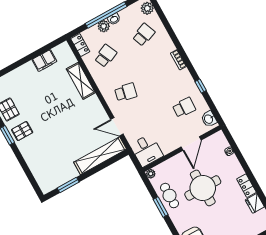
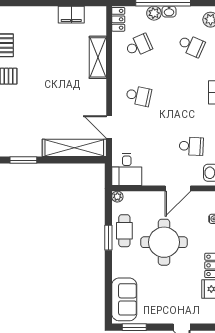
school desk: (144, 35) -> (191, 45), turned 45

